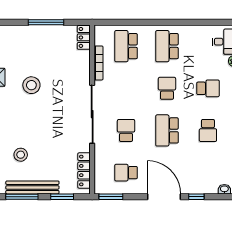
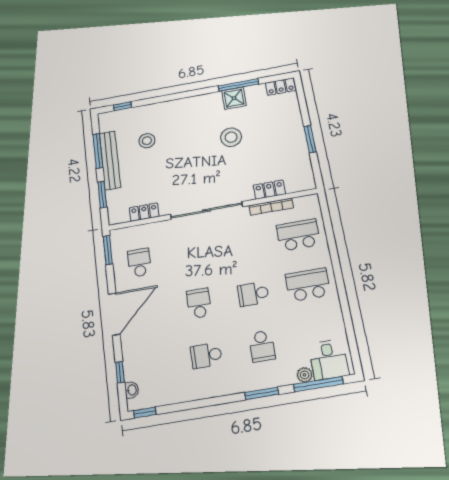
window: (46, 22) -> (310, 139), width x0.69
locker: (84, 37) -> (269, 190), moved
school desk: (167, 88) -> (253, 294), turned 180
school desk: (126, 130) -> (192, 253), removed
school desk: (167, 130) -> (199, 303), width x0.54
locker: (84, 171) -> (144, 212), width x0.66
window: (196, 197) -> (120, 372), moved

